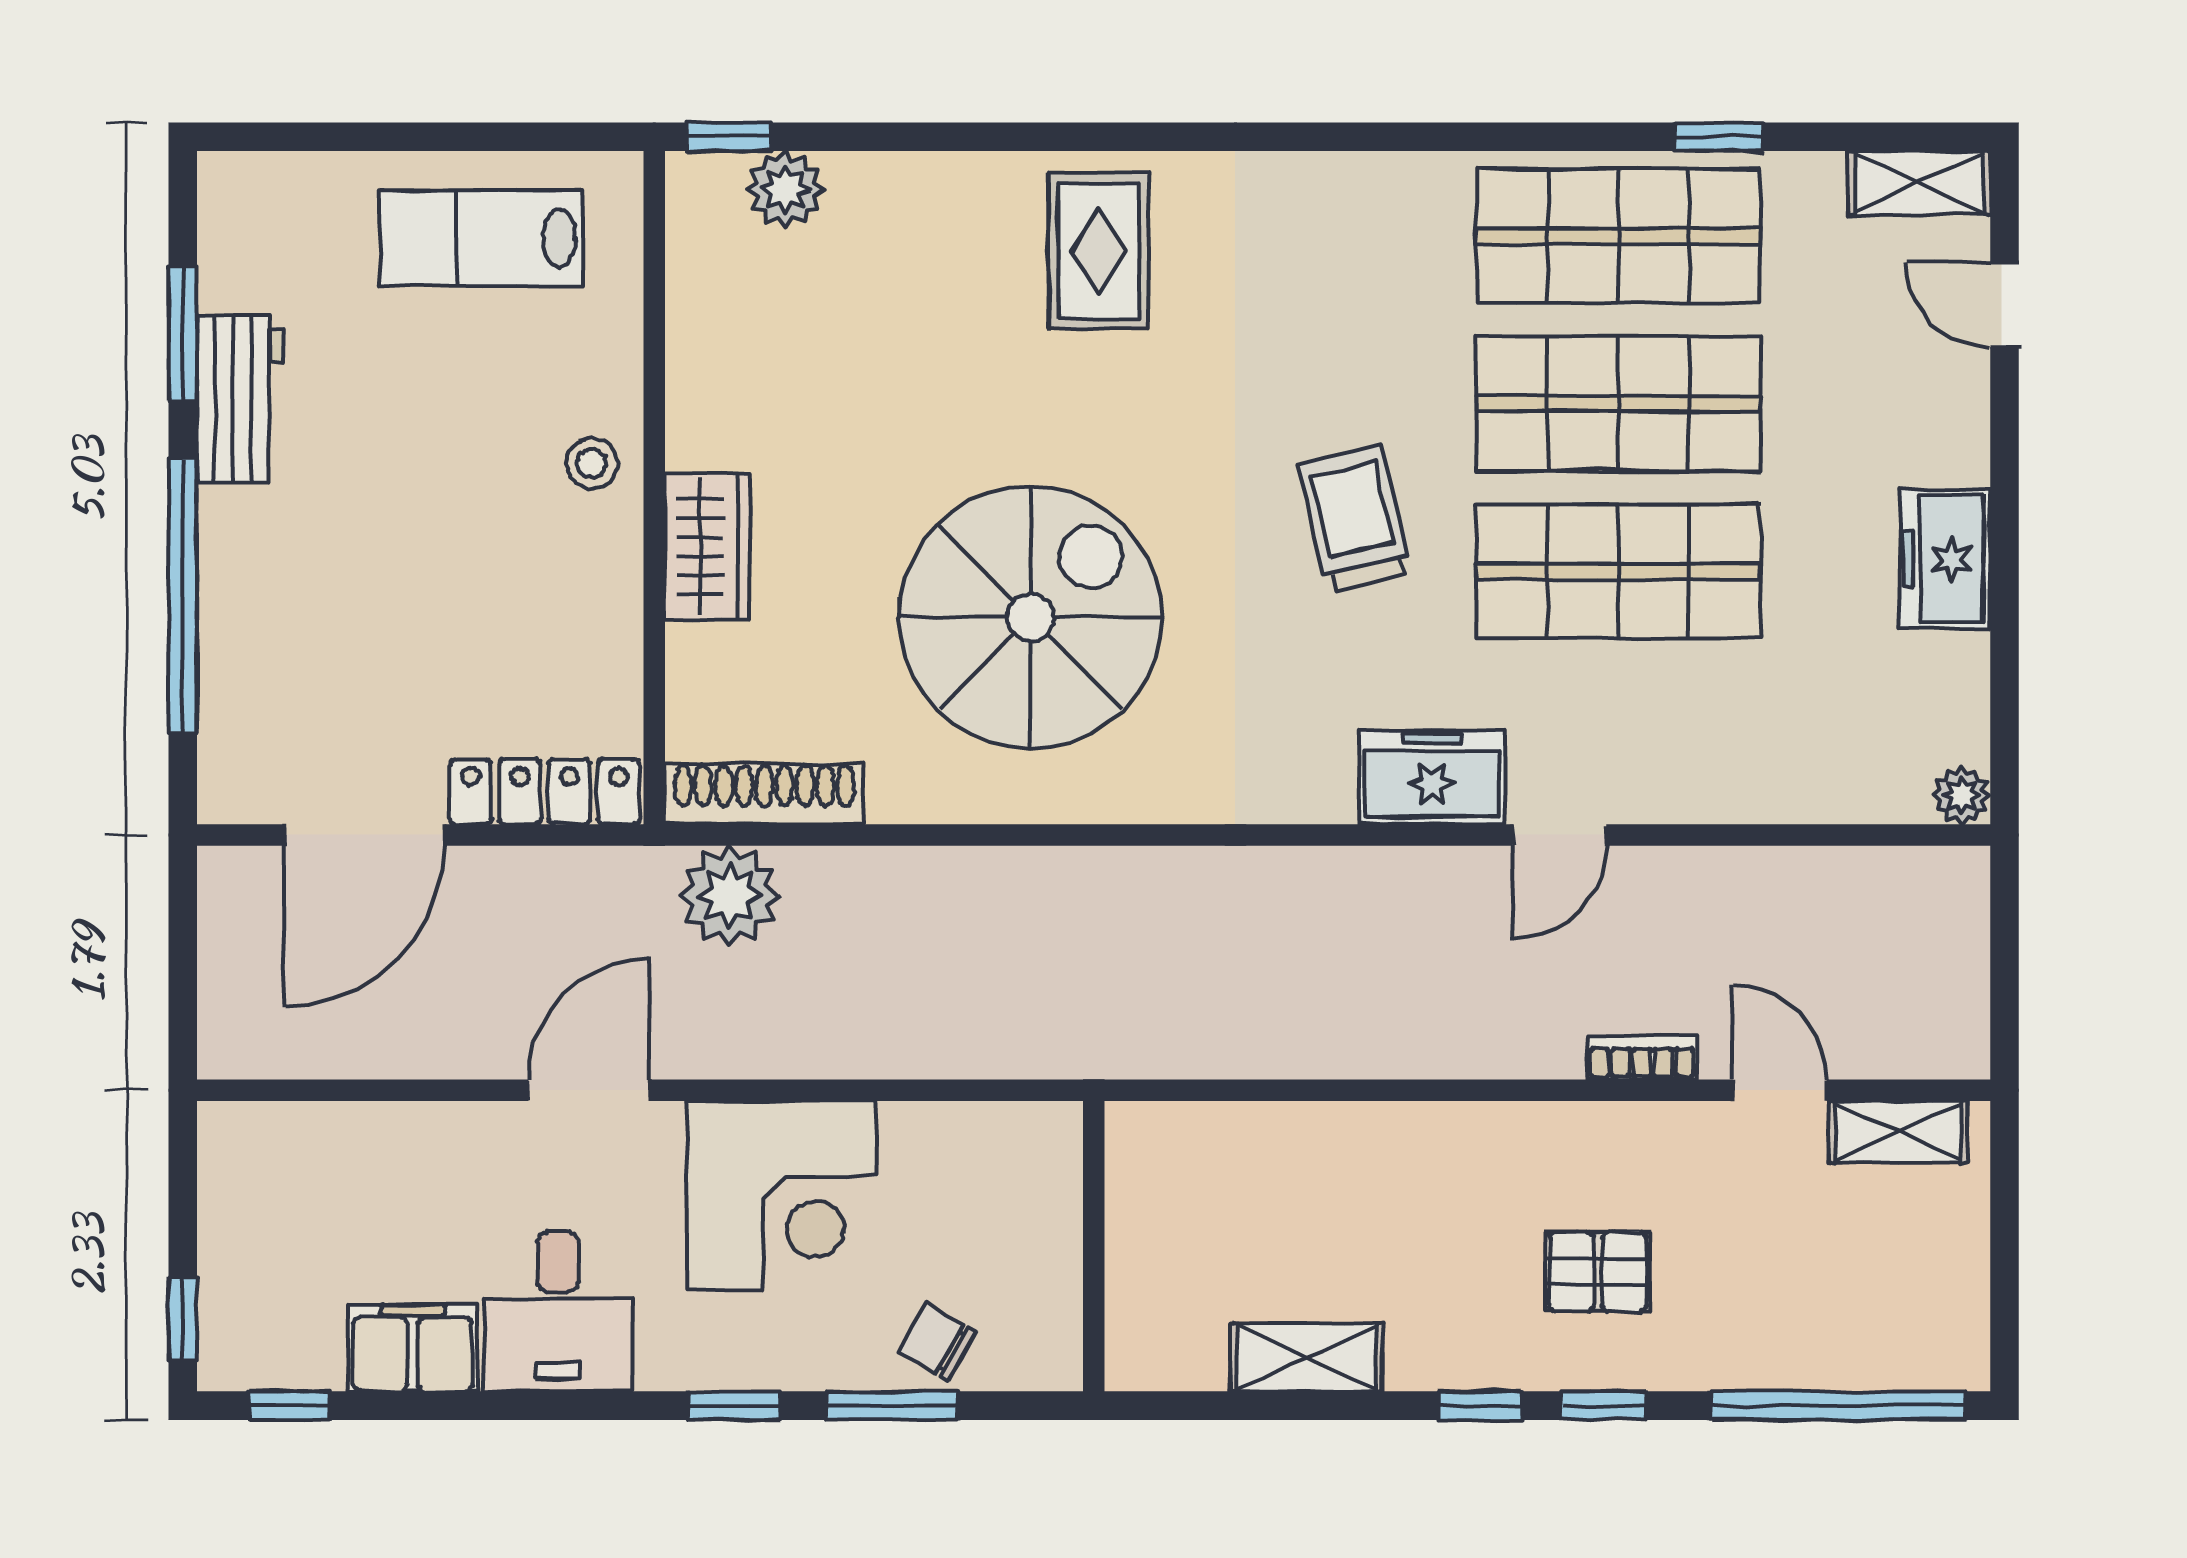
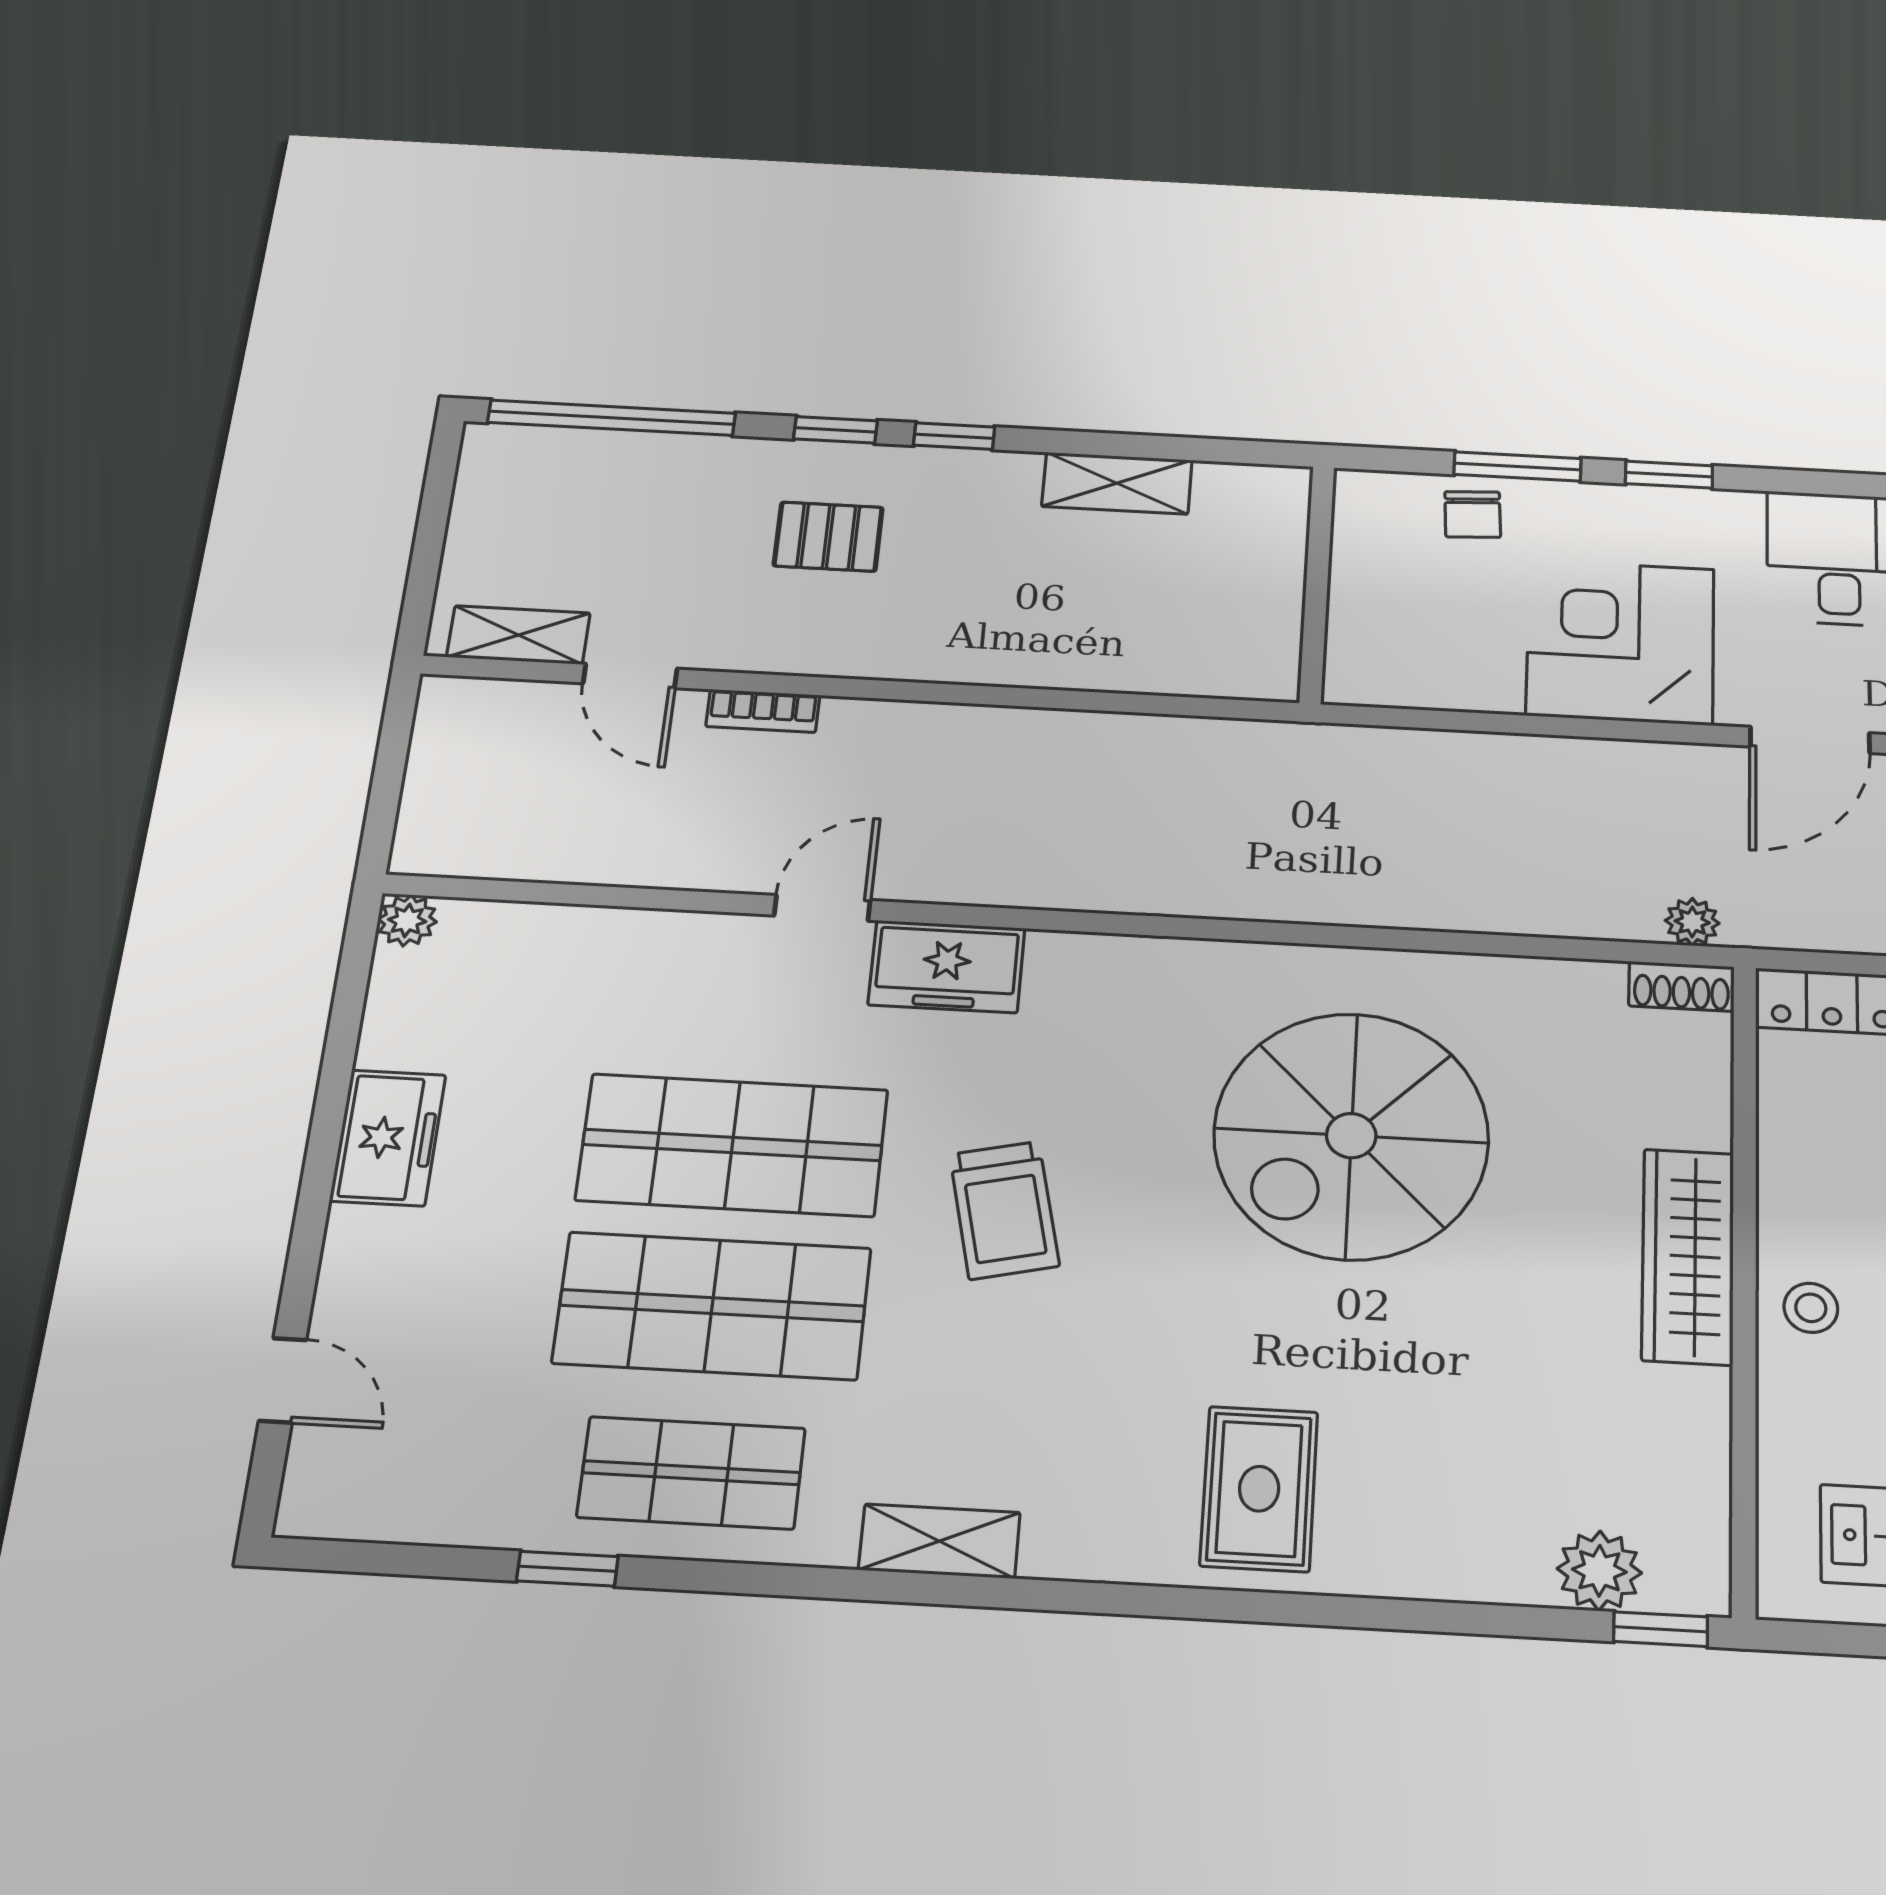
shelving: (1919, 183) -> (939, 1541), moved
shop shelf: (1618, 236) -> (691, 1473), width x0.70, depth x0.74
wardrobe: (707, 546) -> (1688, 1256), width x1.50
shoe rack: (764, 794) -> (1681, 986), width x0.51, depth x0.81
plant: (729, 896) -> (1692, 922), width x0.53, depth x0.53
chair: (937, 1342) -> (1473, 514), turned 57

